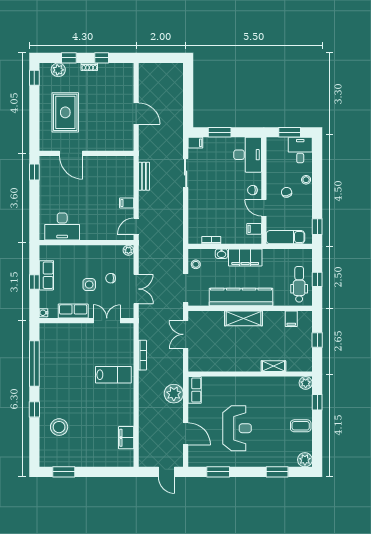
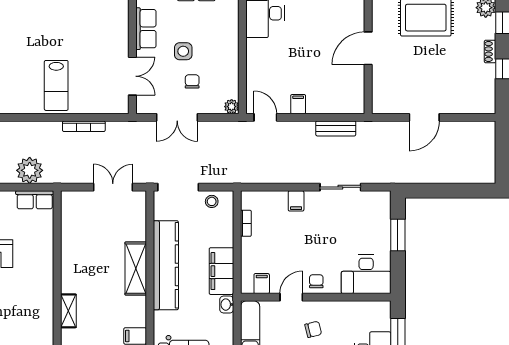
filing cabinet: (195, 143) -> (296, 201), moved
door: (71, 153) -> (368, 48), moved
washbasin: (221, 254) -> (227, 305), moved

